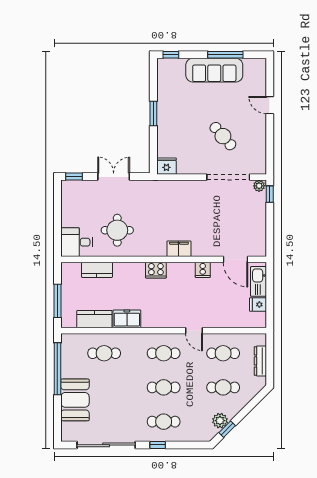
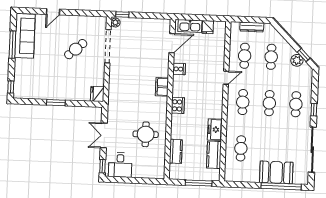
sofa: (214, 70) -> (25, 36), moved
desk: (77, 242) -> (120, 165), moved
window: (57, 369) -> (281, 186), moved

